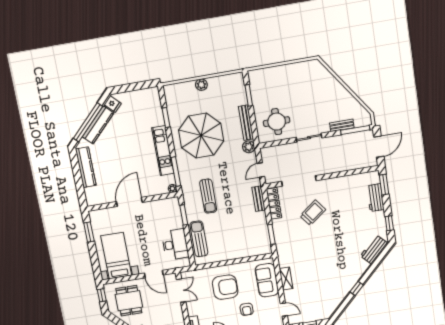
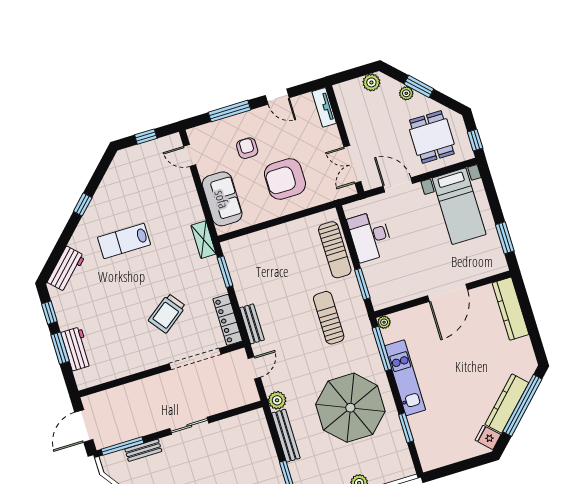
round table: (277, 122) -> (241, 443), removed
kitchen counter: (86, 167) -> (511, 309), moved
window: (384, 185) -> (60, 348), moved
lab bench: (334, 262) -> (124, 241), added
shelving: (286, 279) -> (204, 240), moved

